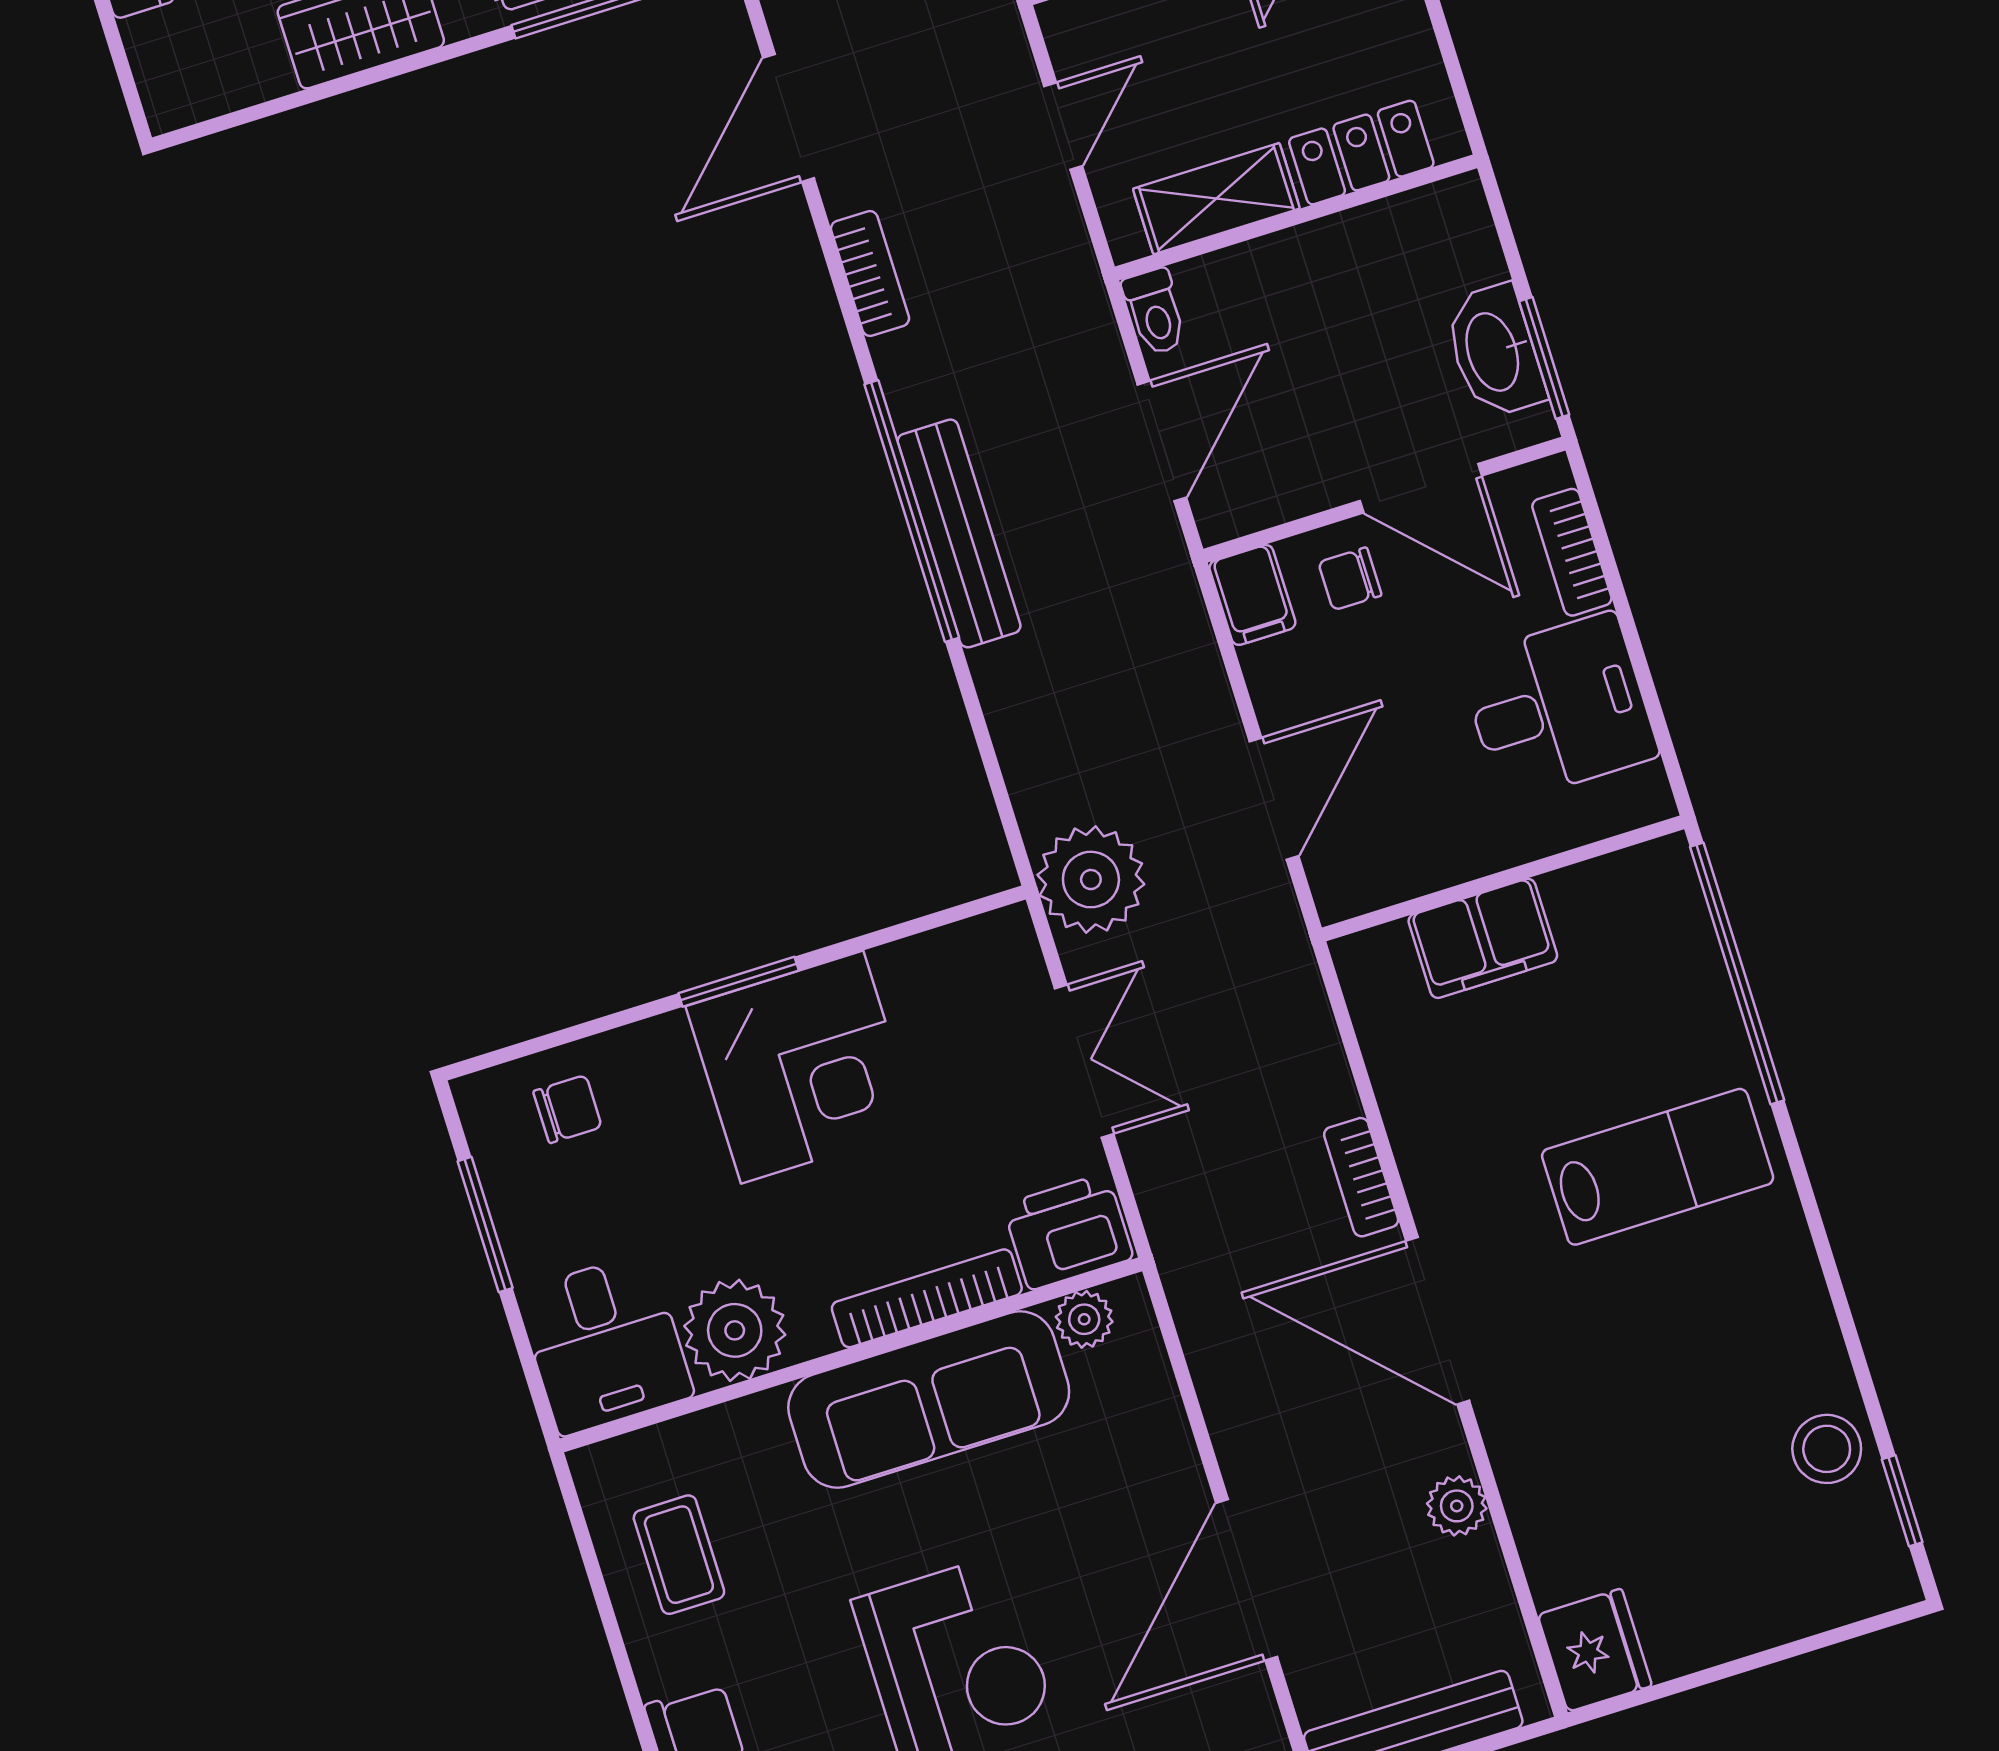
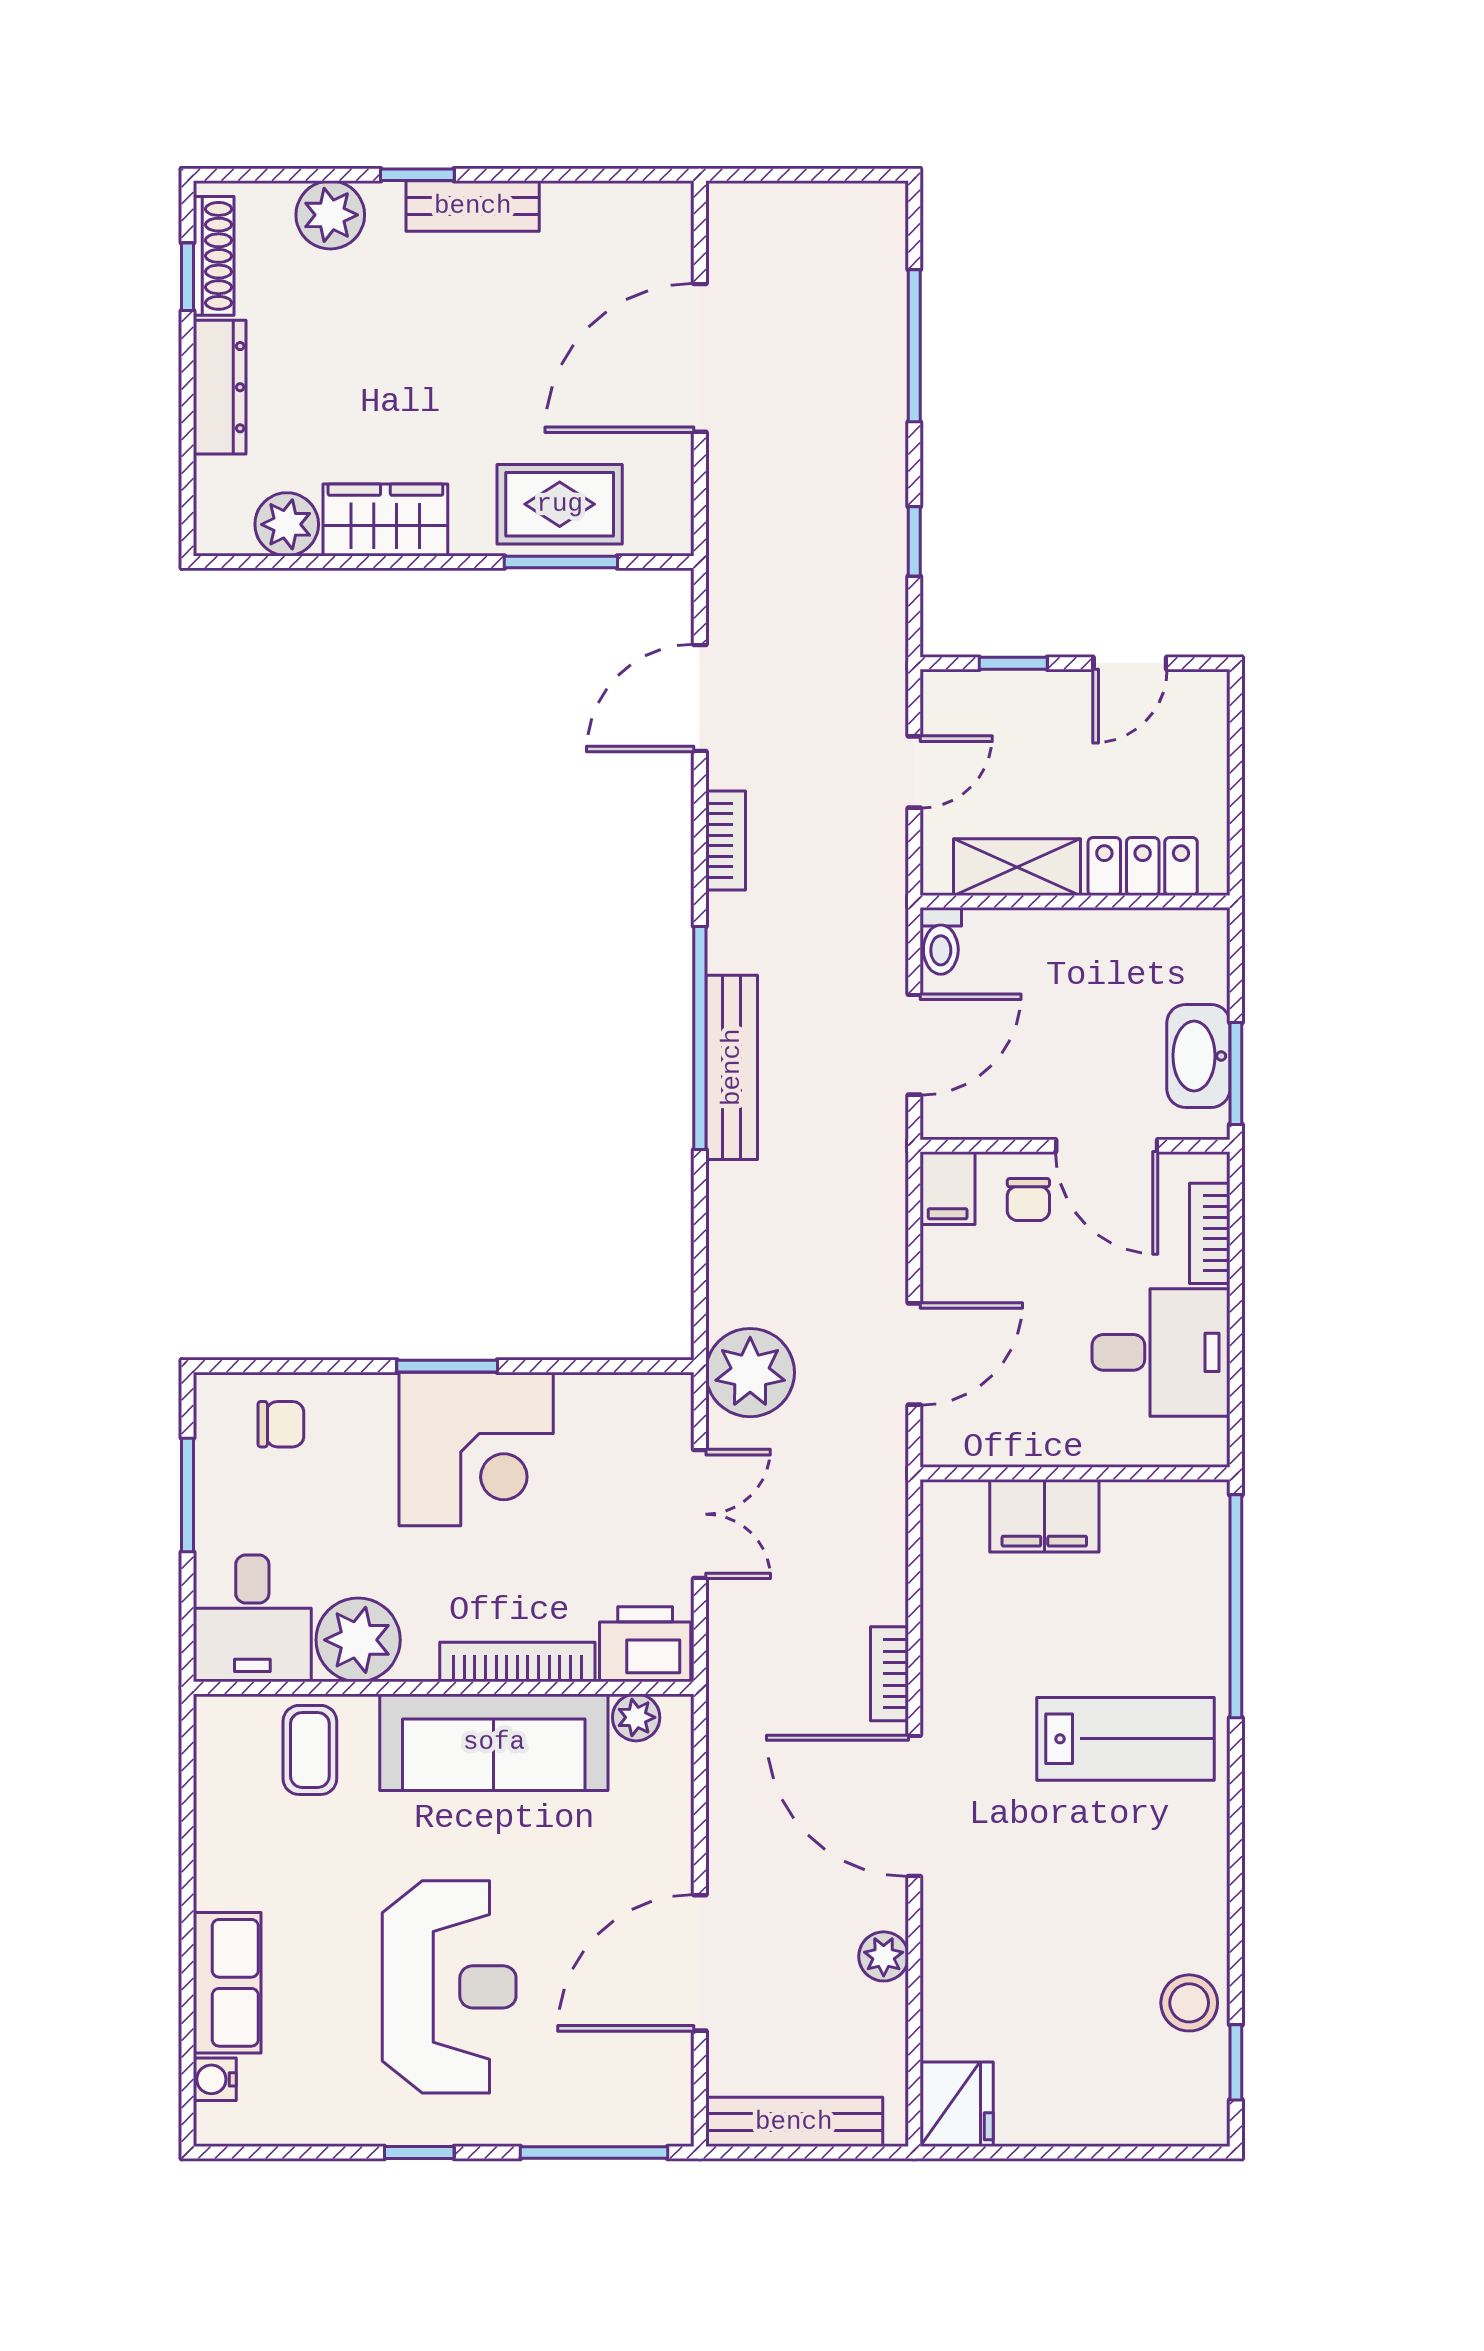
plant: (248, 67) -> (287, 524), added
chair: (1350, 579) -> (1028, 1200), turned -90
coffee table: (679, 1555) -> (310, 1750), moved

